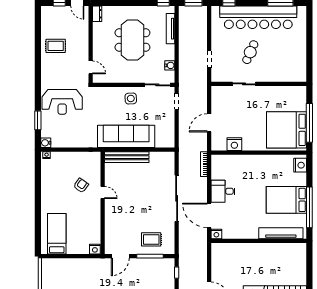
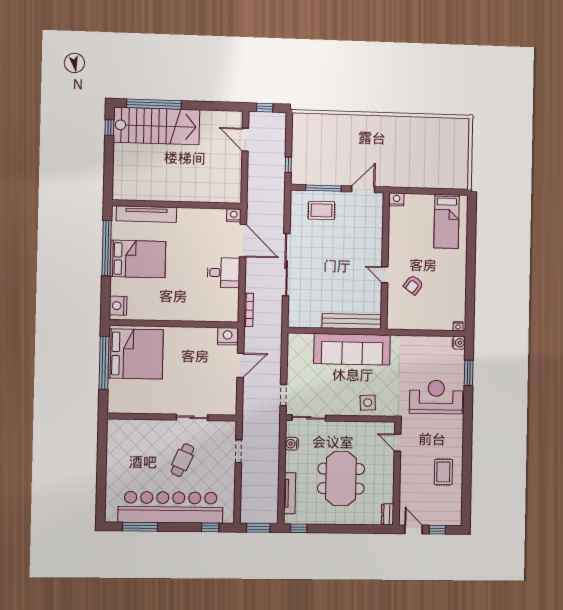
rug: (56, 46) -> (443, 472), turned 90
side table: (131, 98) -> (368, 403), moved
nightstand: (234, 144) -> (228, 336), moved

